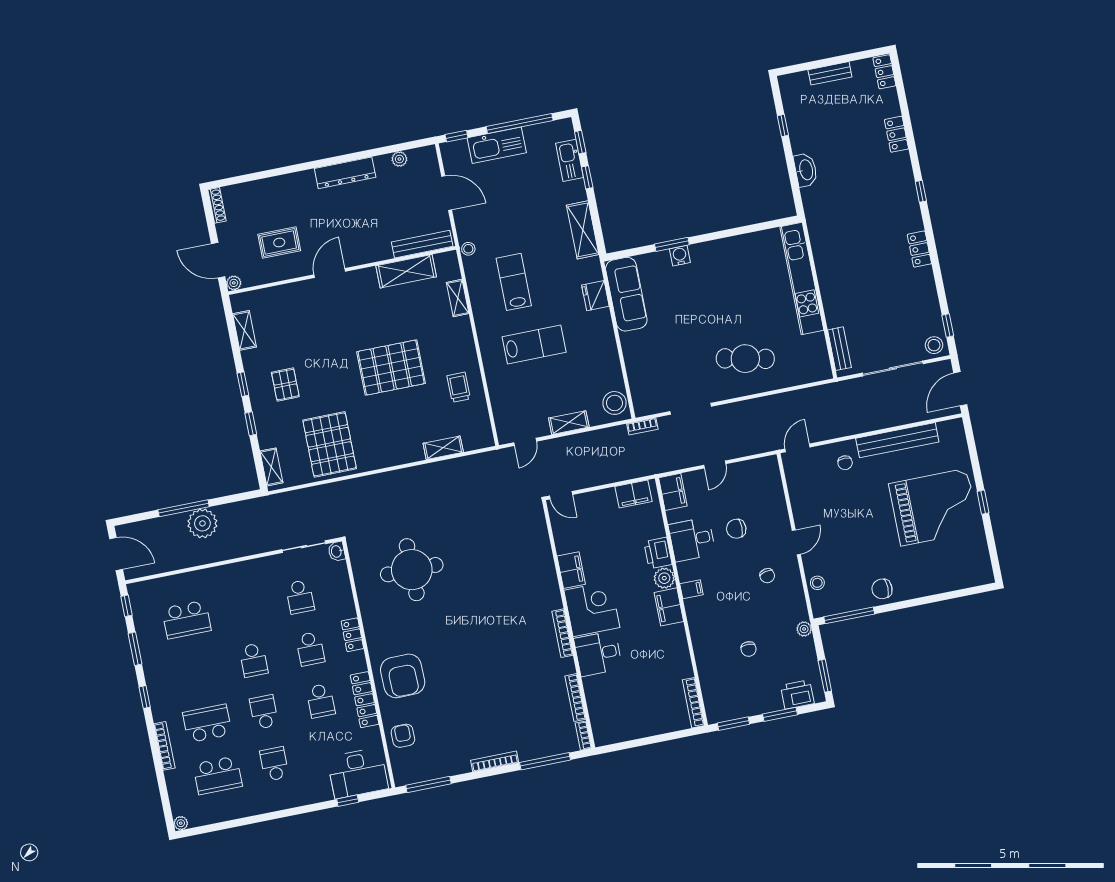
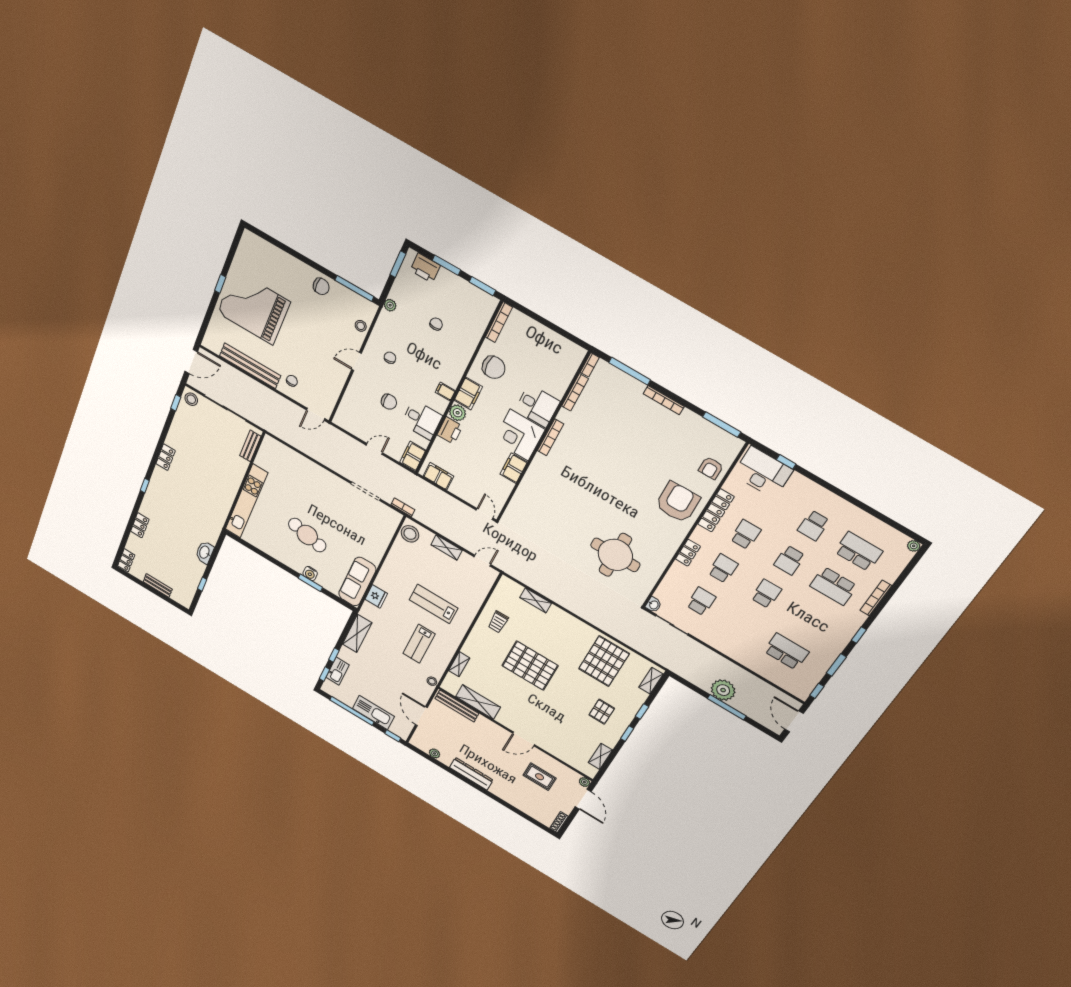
cafe table: (745, 359) -> (307, 535), moved
chair: (665, 655) -> (494, 367), added

